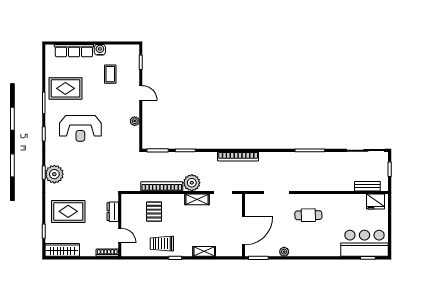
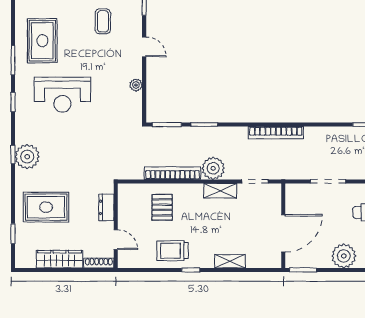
rug: (65, 88) -> (42, 41), turned 90
wardrobe: (62, 250) -> (60, 259), moved
plant: (284, 252) -> (344, 256), width x1.87, depth x1.87

